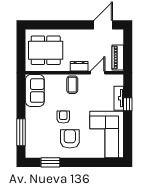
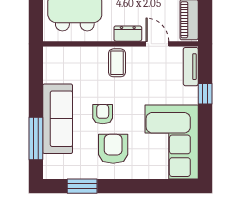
door: (98, 73) -> (157, 44), hinge flipped
sofa: (35, 91) -> (58, 119), moved, width x1.36
tv unit: (119, 98) -> (191, 67), moved

